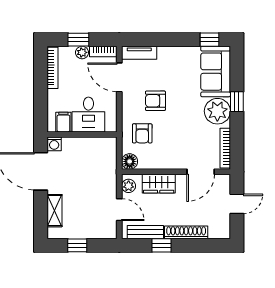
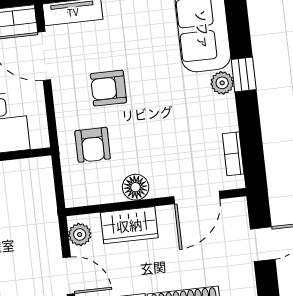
plant: (217, 111) -> (222, 83), width x0.53, depth x0.53
bookcase: (225, 148) -> (233, 154), width x0.64
floor lamp: (130, 161) -> (136, 187), moved

